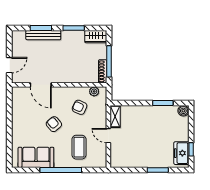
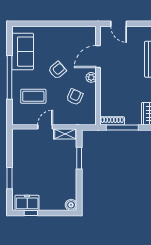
plant: (94, 91) -> (91, 77), moved
window: (163, 103) -> (79, 158), moved

